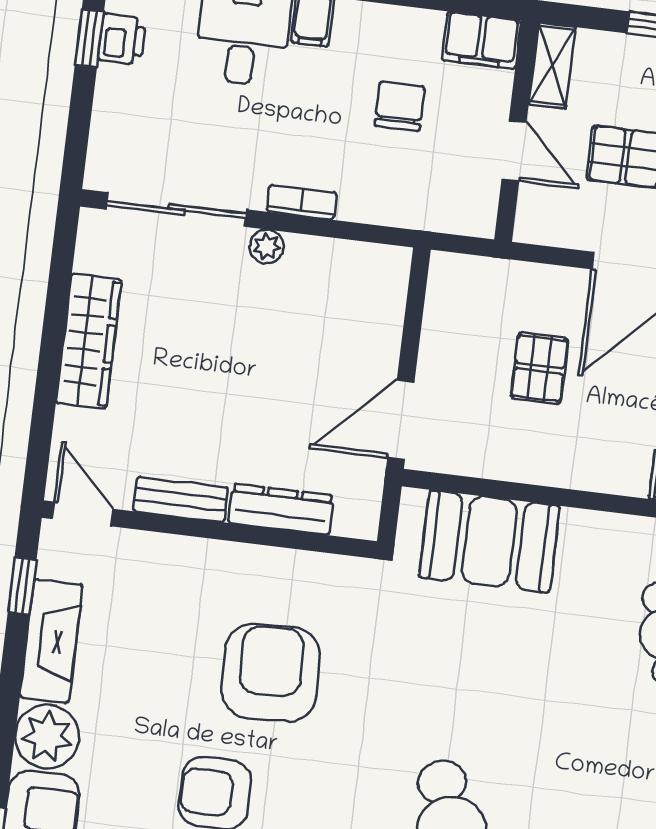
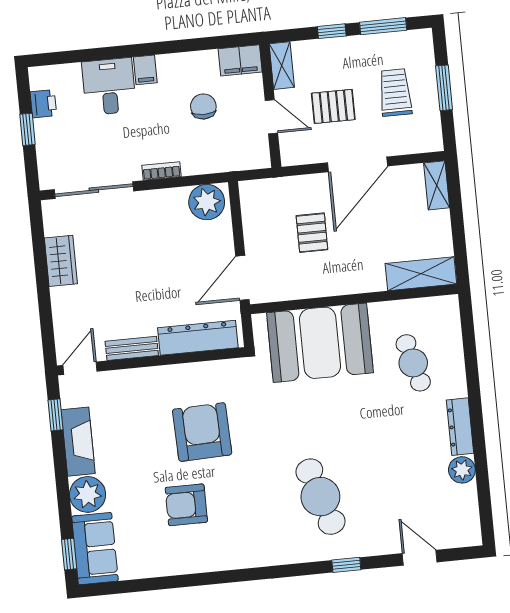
window: (89, 38) -> (27, 129), moved
plant: (267, 247) -> (207, 202), moved, width x1.87, depth x1.87
wardrobe: (89, 341) -> (61, 261), width x0.67
dresser: (281, 509) -> (198, 338), width x1.37, depth x1.24
door: (83, 514) -> (80, 368), hinge flipped
booth: (489, 542) -> (320, 343), width x1.36, depth x1.42

